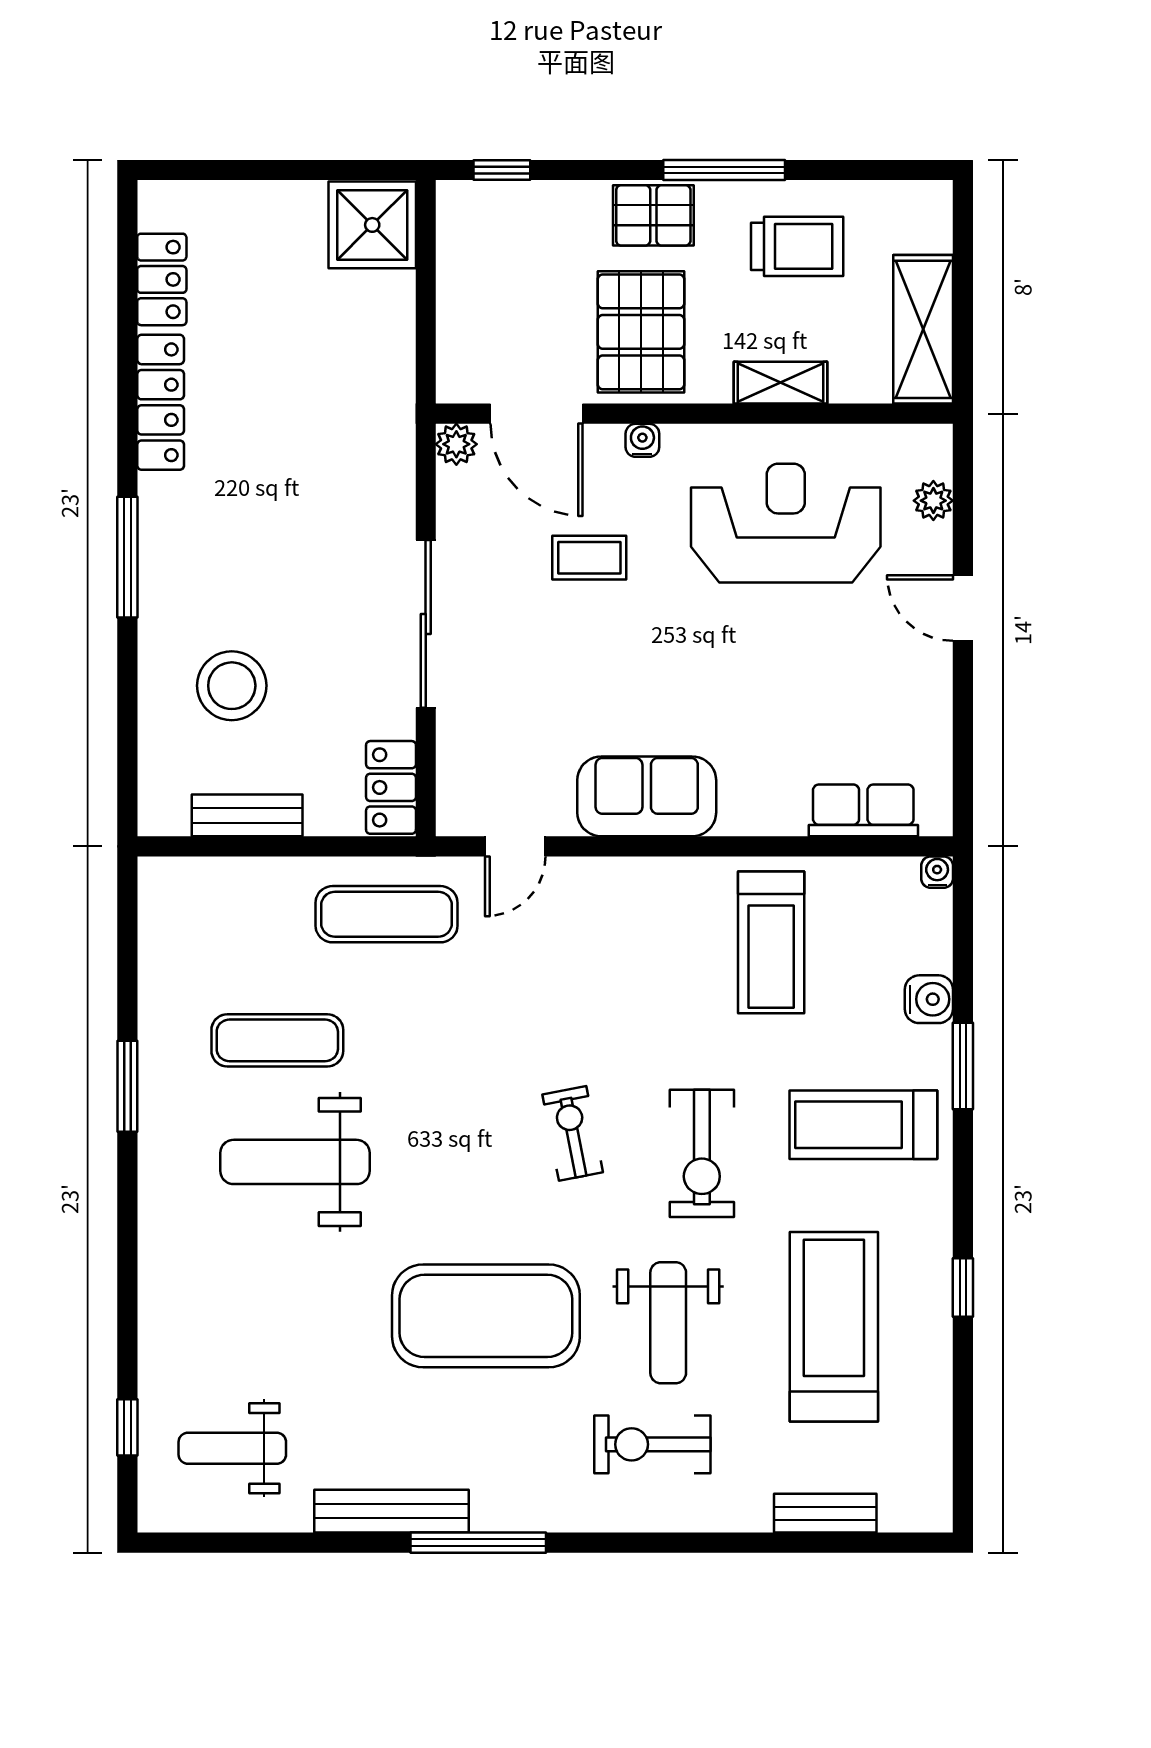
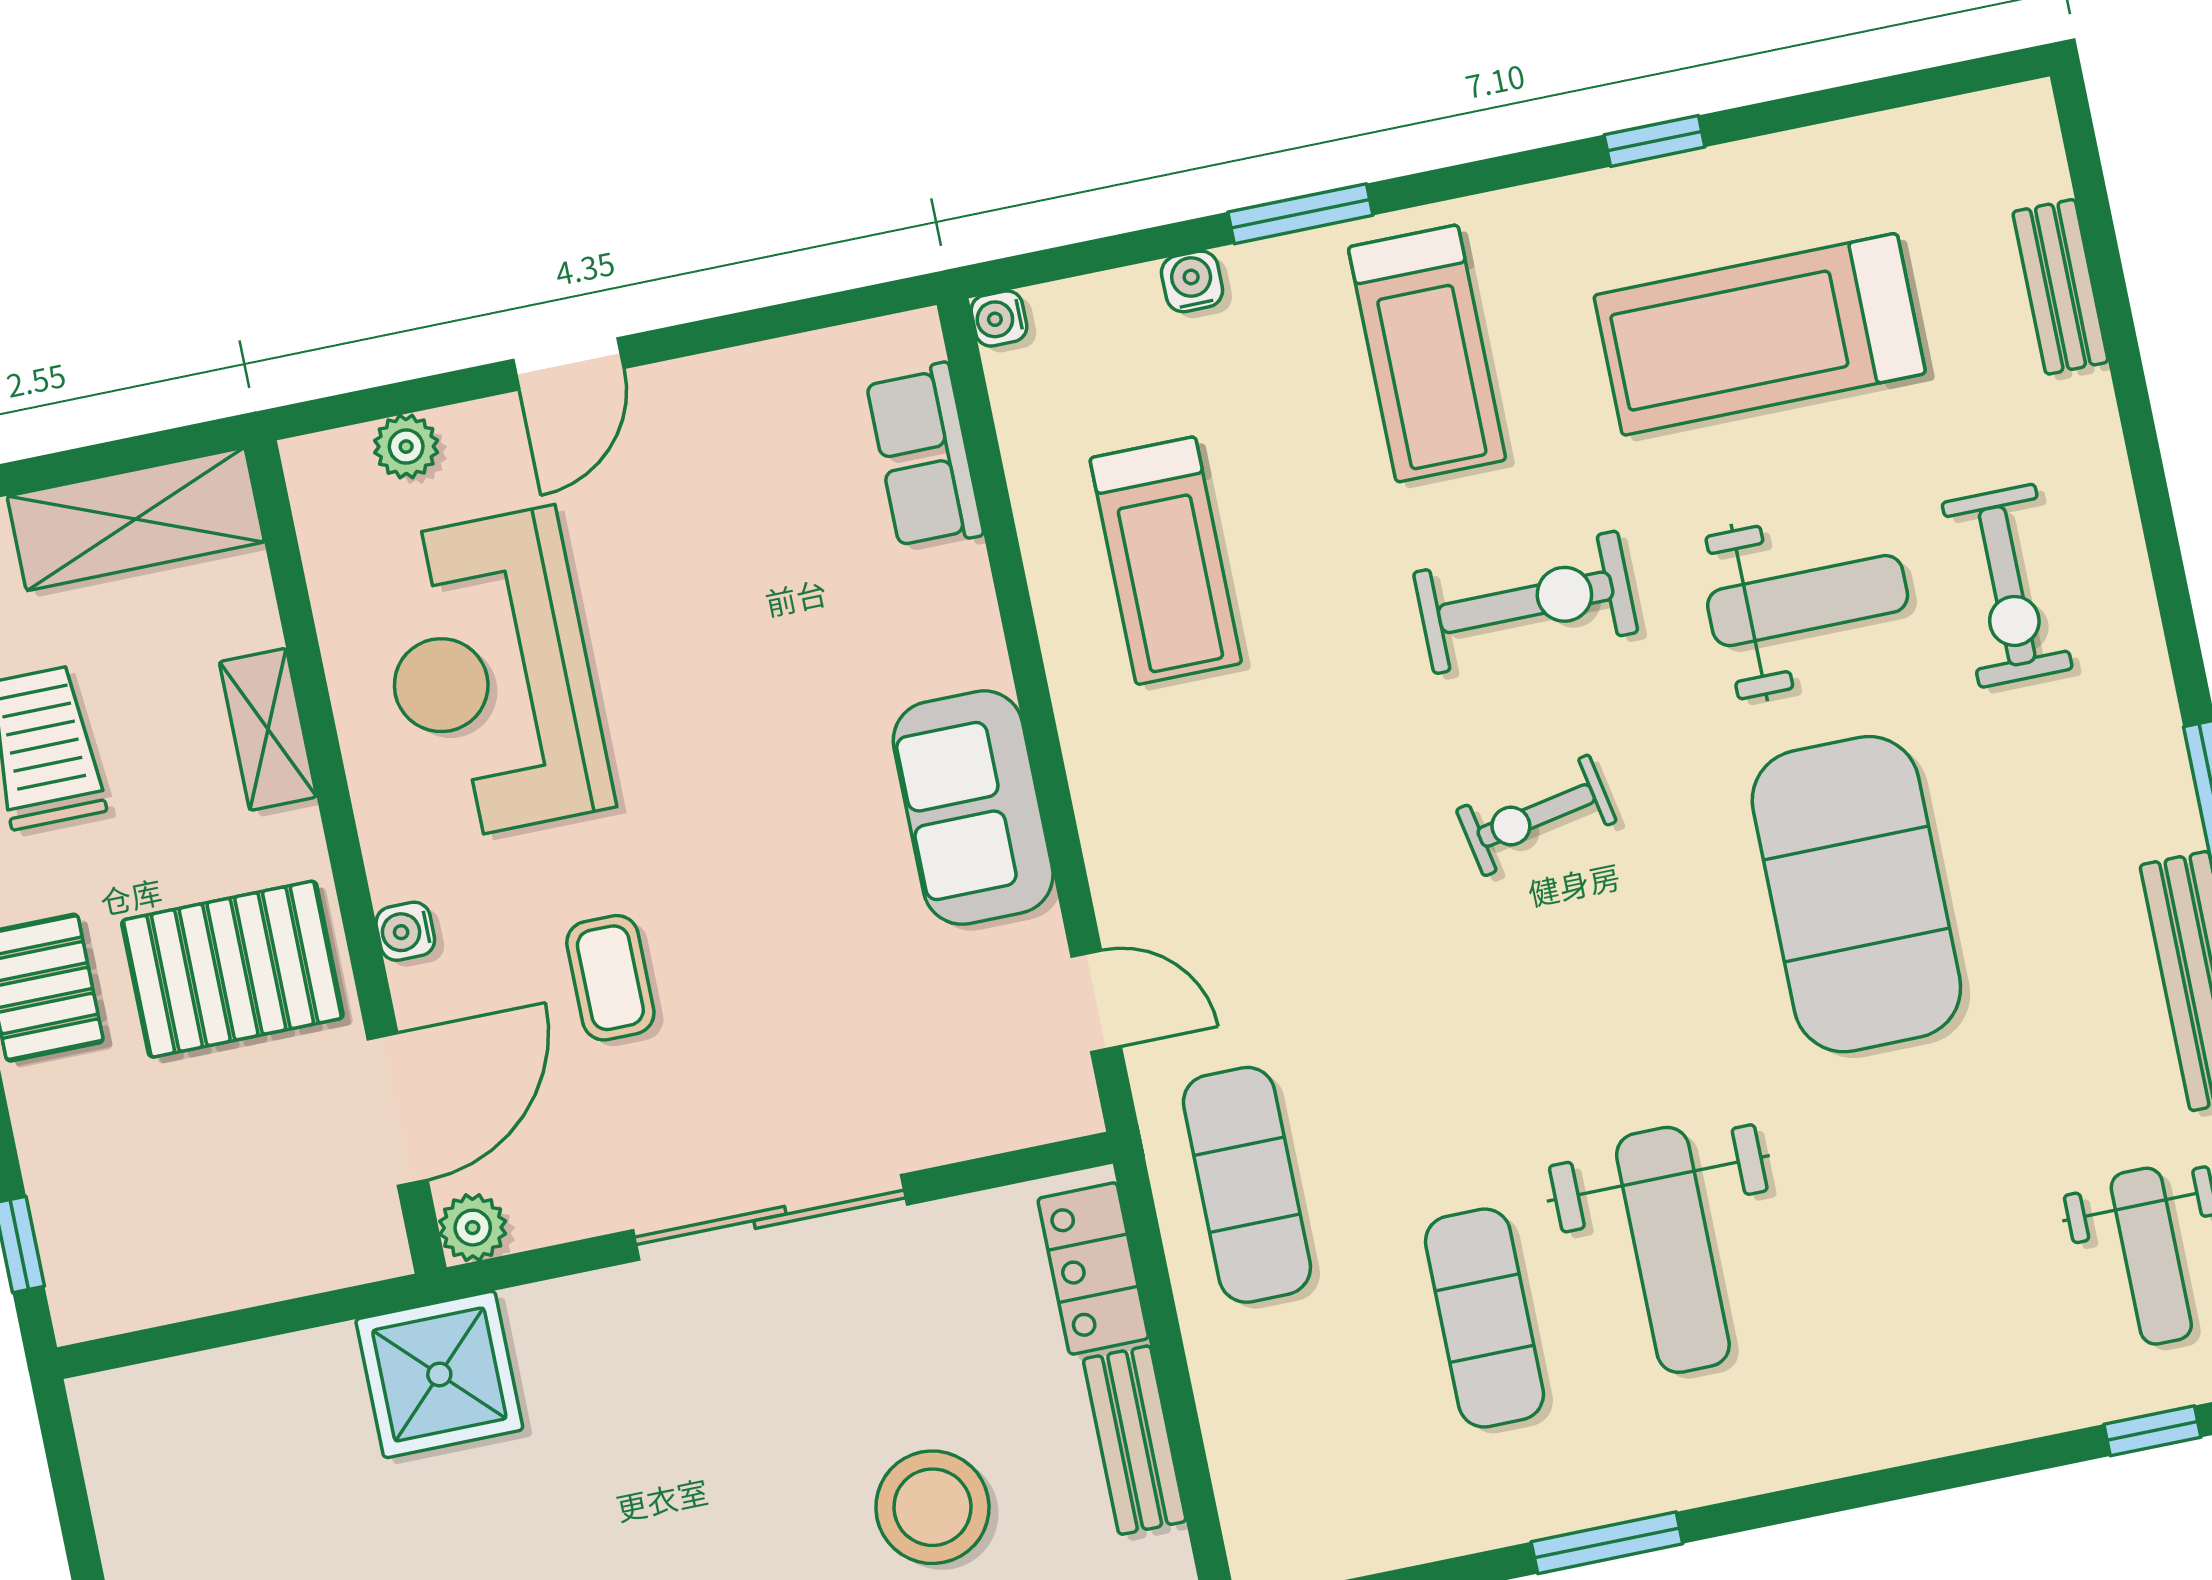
shower: (372, 225) -> (439, 1374), moved
locker: (391, 787) -> (1093, 1268), moved, turned 90
treadmill: (771, 942) -> (1166, 561), turned 90
water cooler: (929, 999) -> (1192, 281), width x0.72, depth x0.72

